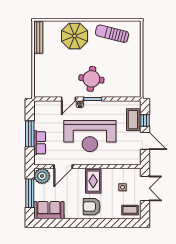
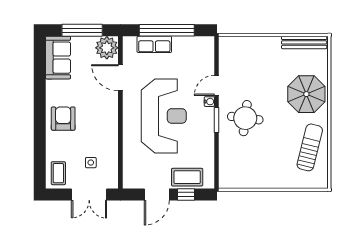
door: (68, 99) -> (217, 85), hinge flipped
window: (30, 134) -> (167, 30), width x1.46
reception desk: (90, 136) -> (164, 116), turned 180
rug: (93, 181) -> (99, 121), removed

